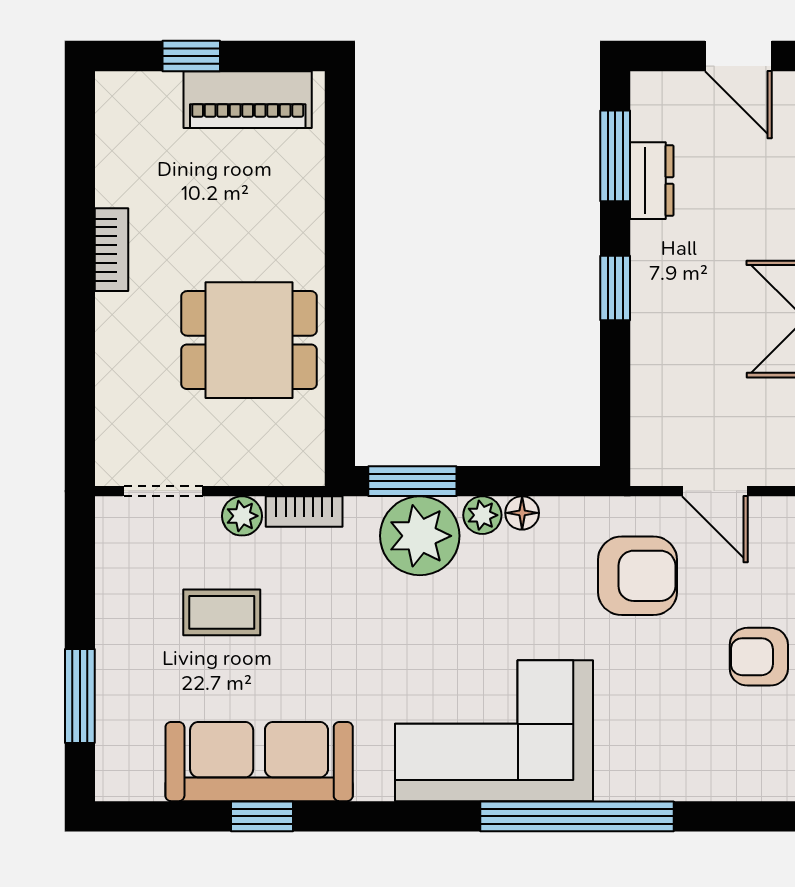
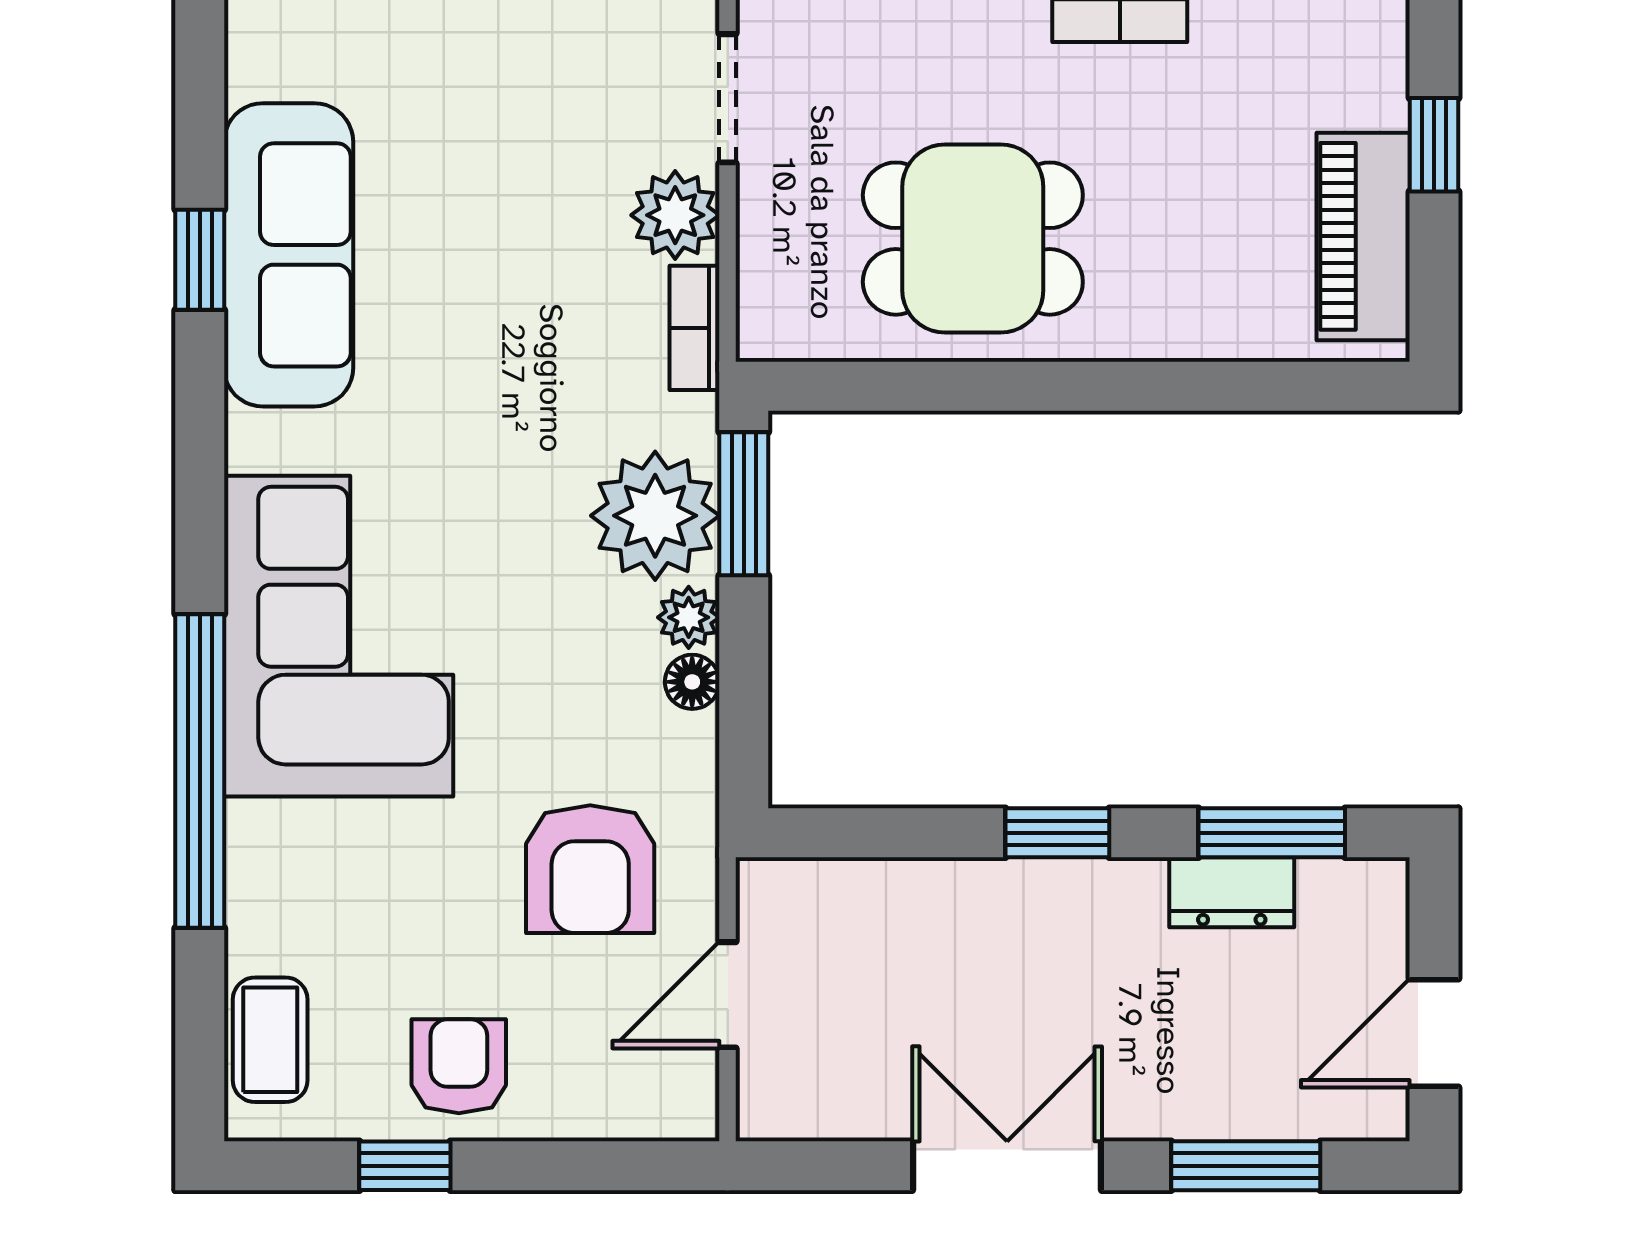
dining table: (249, 340) -> (973, 239), turned 90
plant: (242, 516) -> (675, 215), width x1.38, depth x1.38
coffee table: (222, 612) -> (270, 1040), moved

